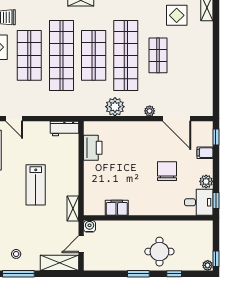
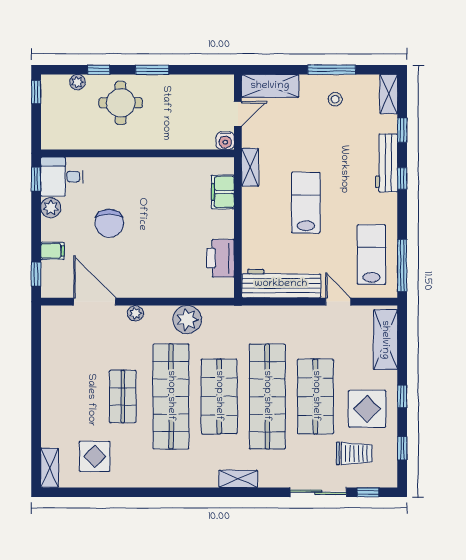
workbench: (65, 128) -> (281, 284), width x1.88, depth x1.32
filing cabinet: (117, 208) -> (223, 192), moved, turned 90
plant: (208, 265) -> (77, 82), moved

